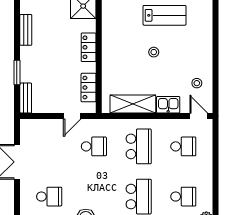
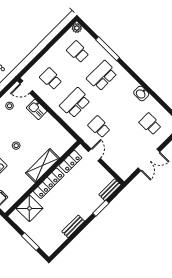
locker: (89, 47) -> (49, 183), width x1.53
shelving: (133, 104) -> (43, 166), moved, turned 90
door: (72, 116) -> (94, 155), hinge flipped
door: (199, 116) -> (26, 87), hinge flipped

